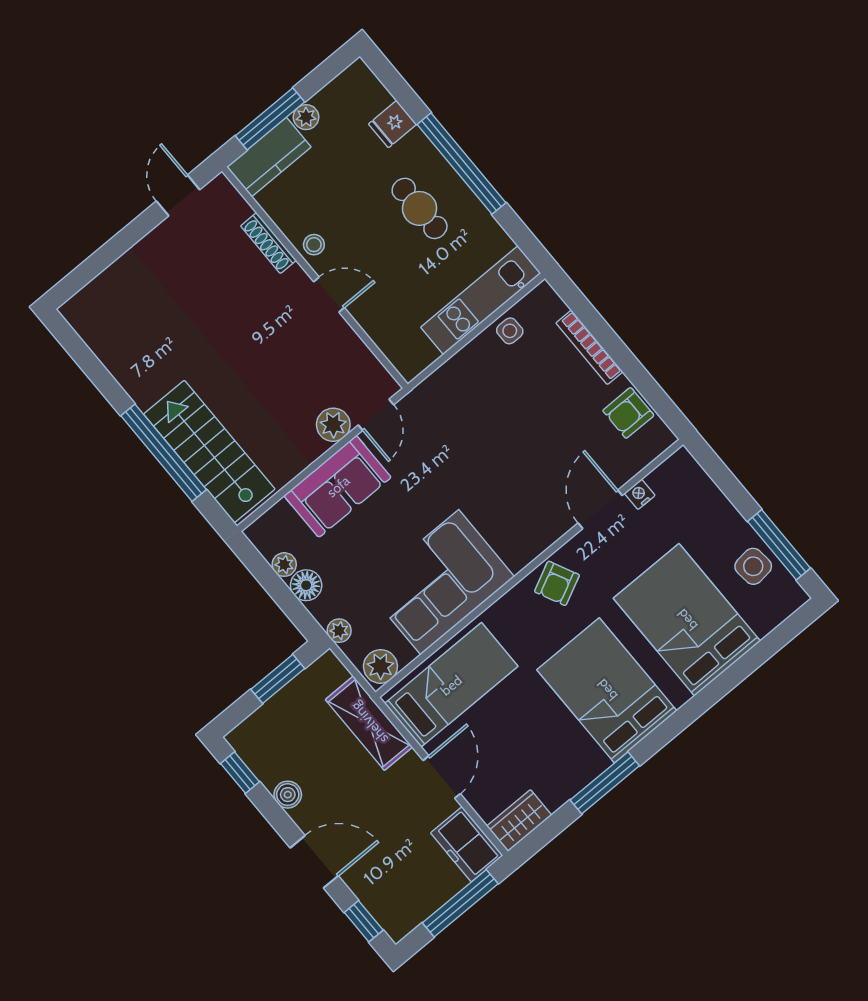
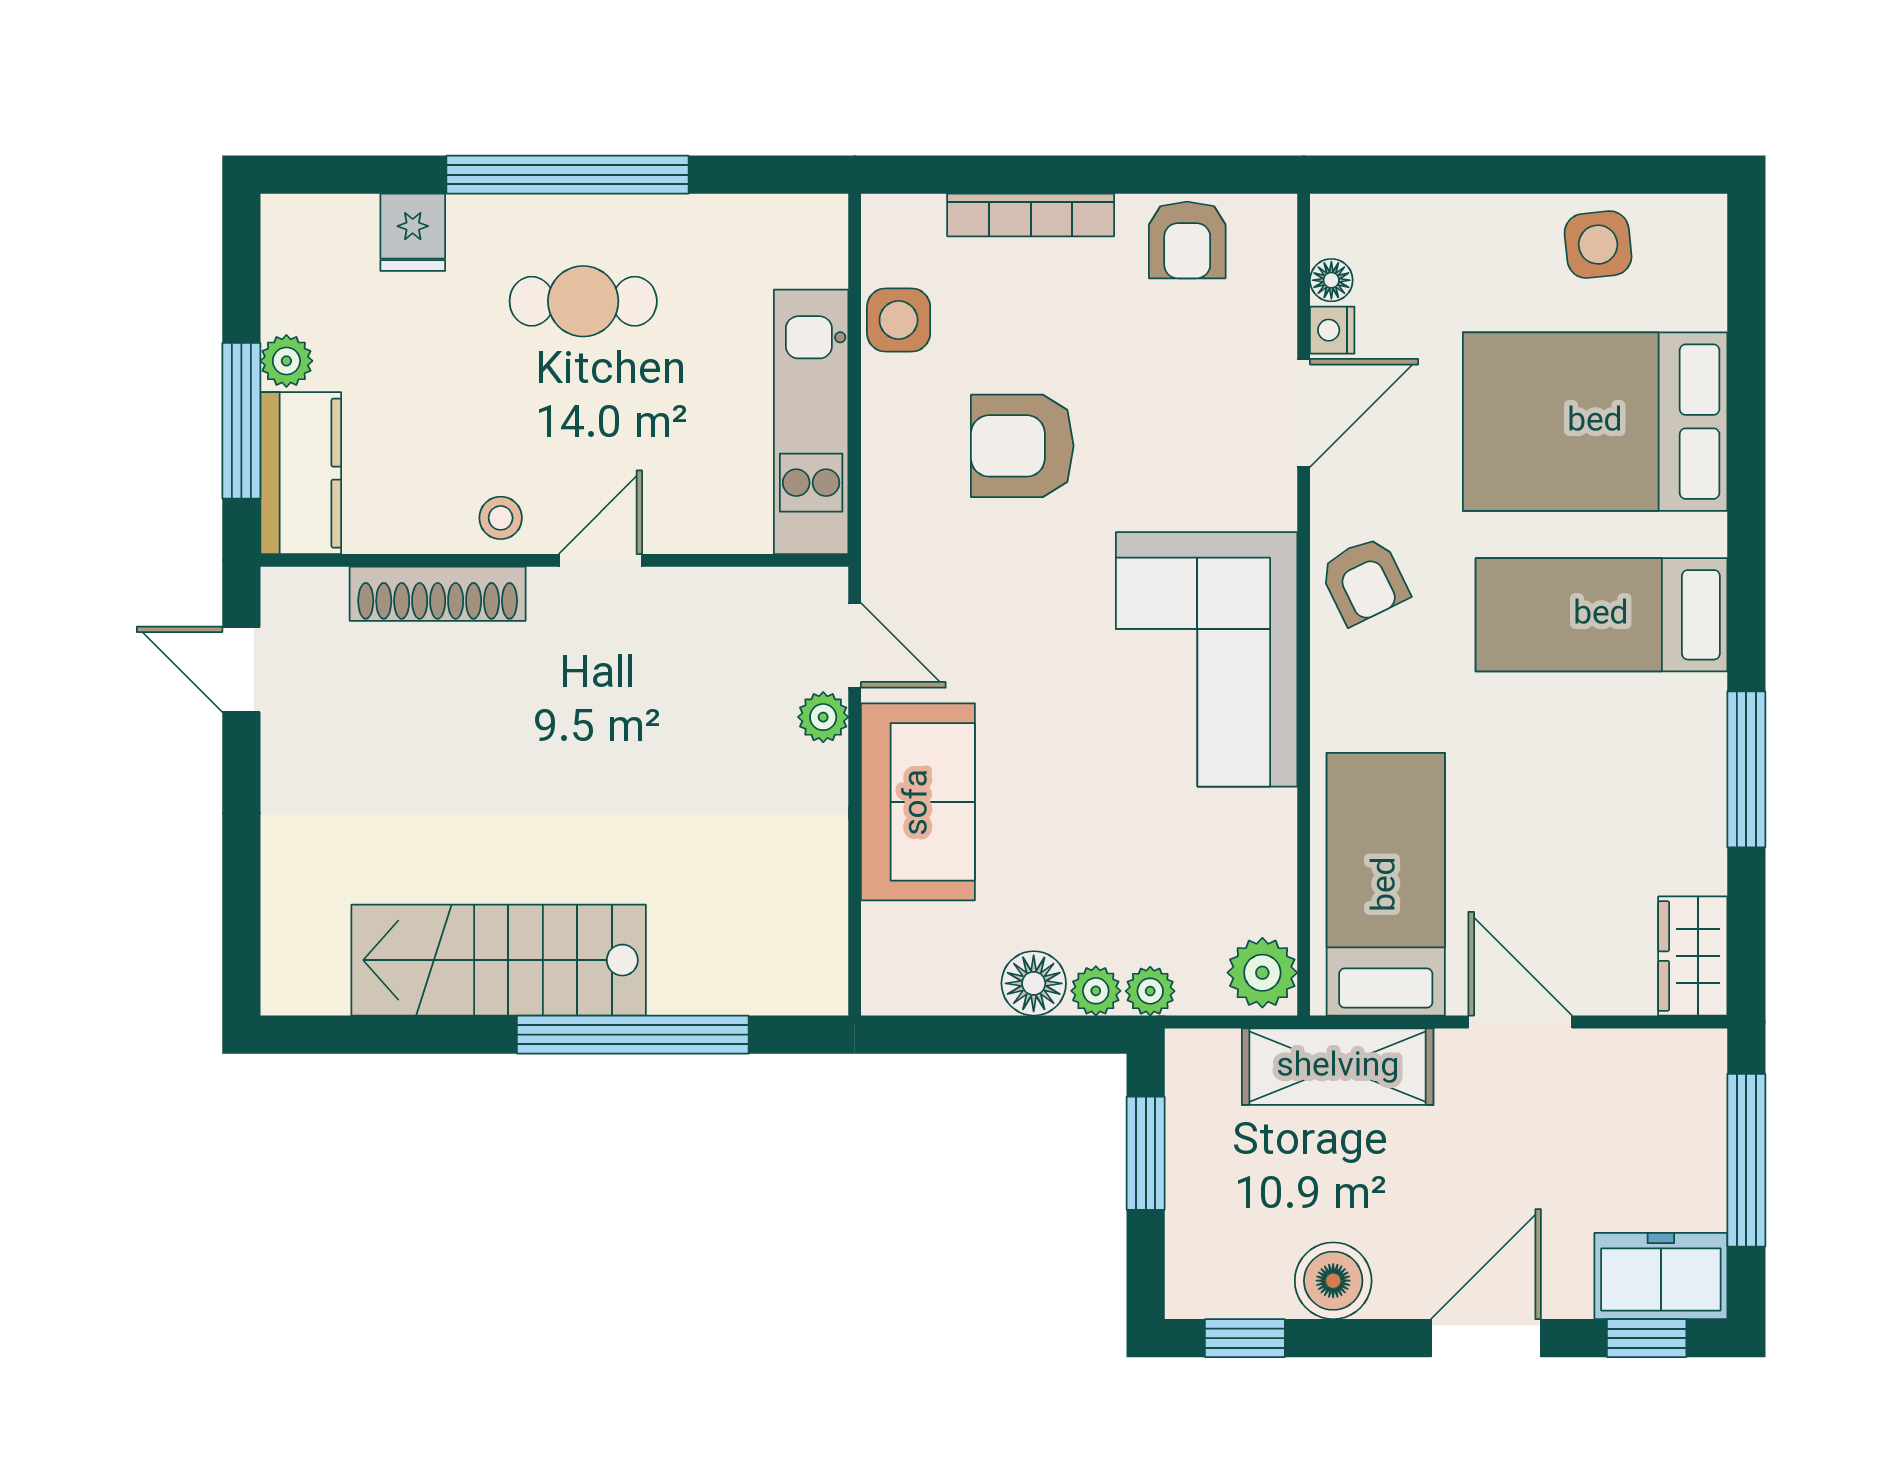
shoe rack: (268, 243) -> (438, 594), width x1.36, depth x1.24
kitchen unit: (481, 300) -> (811, 422), moved
side table: (510, 331) -> (899, 320), width x1.37, depth x1.37
armchair: (501, 415) -> (1022, 446), added
plant: (333, 425) -> (823, 717), width x0.73, depth x0.73
stairs: (209, 452) -> (499, 960), moved
floor lamp: (658, 479) -> (1331, 280), added
door: (600, 509) -> (1304, 413), swing flipped
window: (779, 545) -> (1598, 175), removed
plant: (284, 565) -> (1096, 991), moved
corner sofa: (440, 582) -> (1207, 659), moved
bed: (607, 690) -> (1601, 615), width x0.67
boiler: (288, 795) -> (1333, 1281), width x1.36, depth x1.36
freezer: (467, 844) -> (1661, 1276), moved, turned 180

